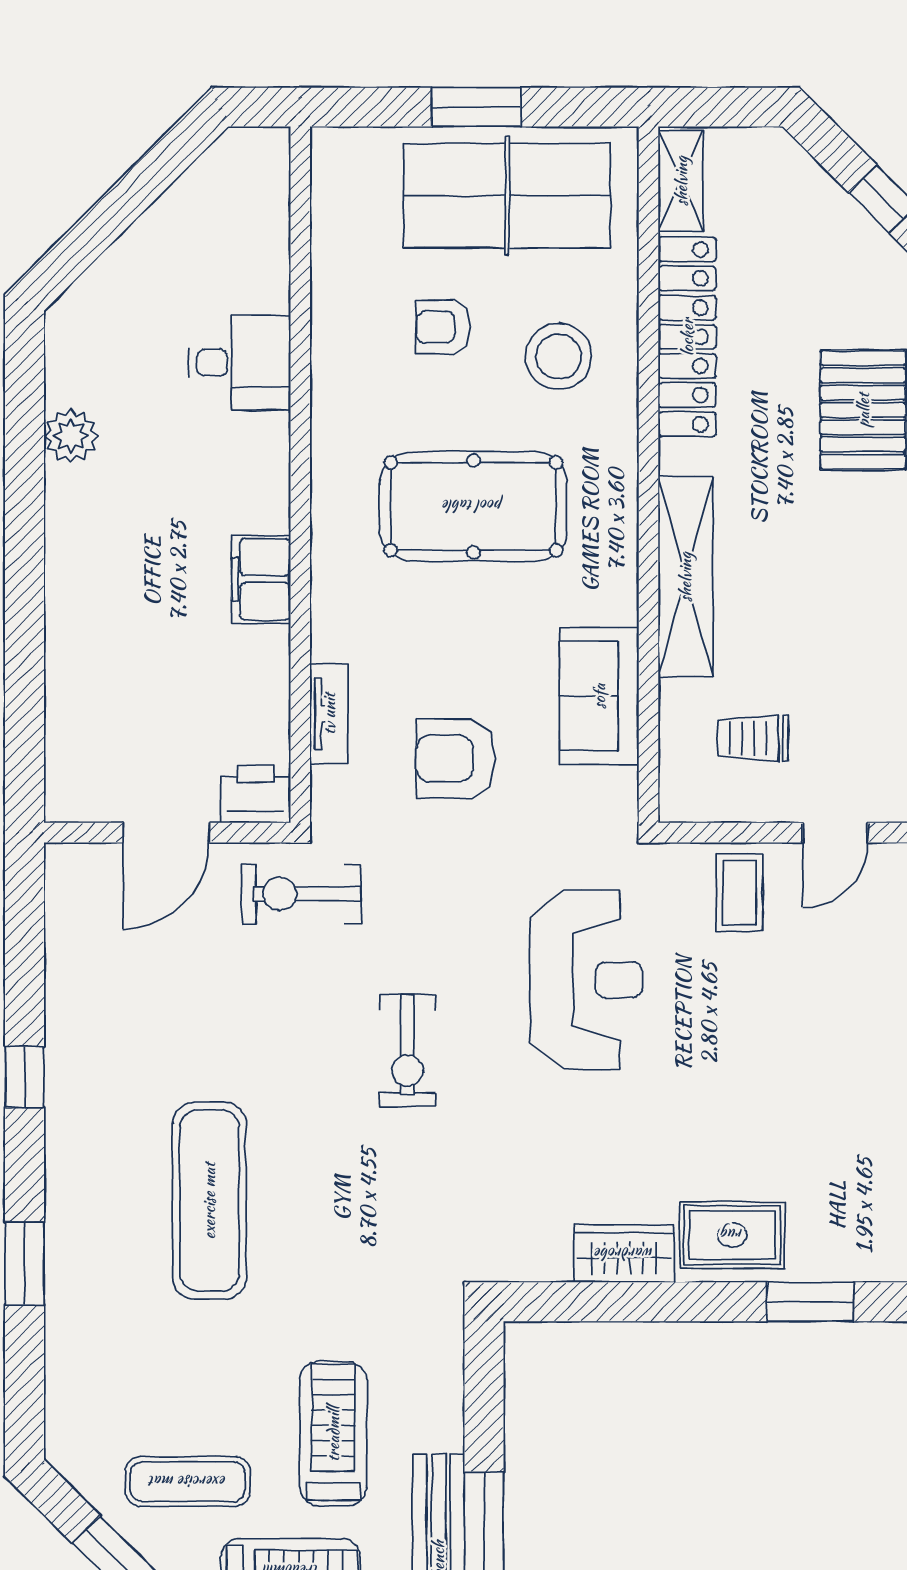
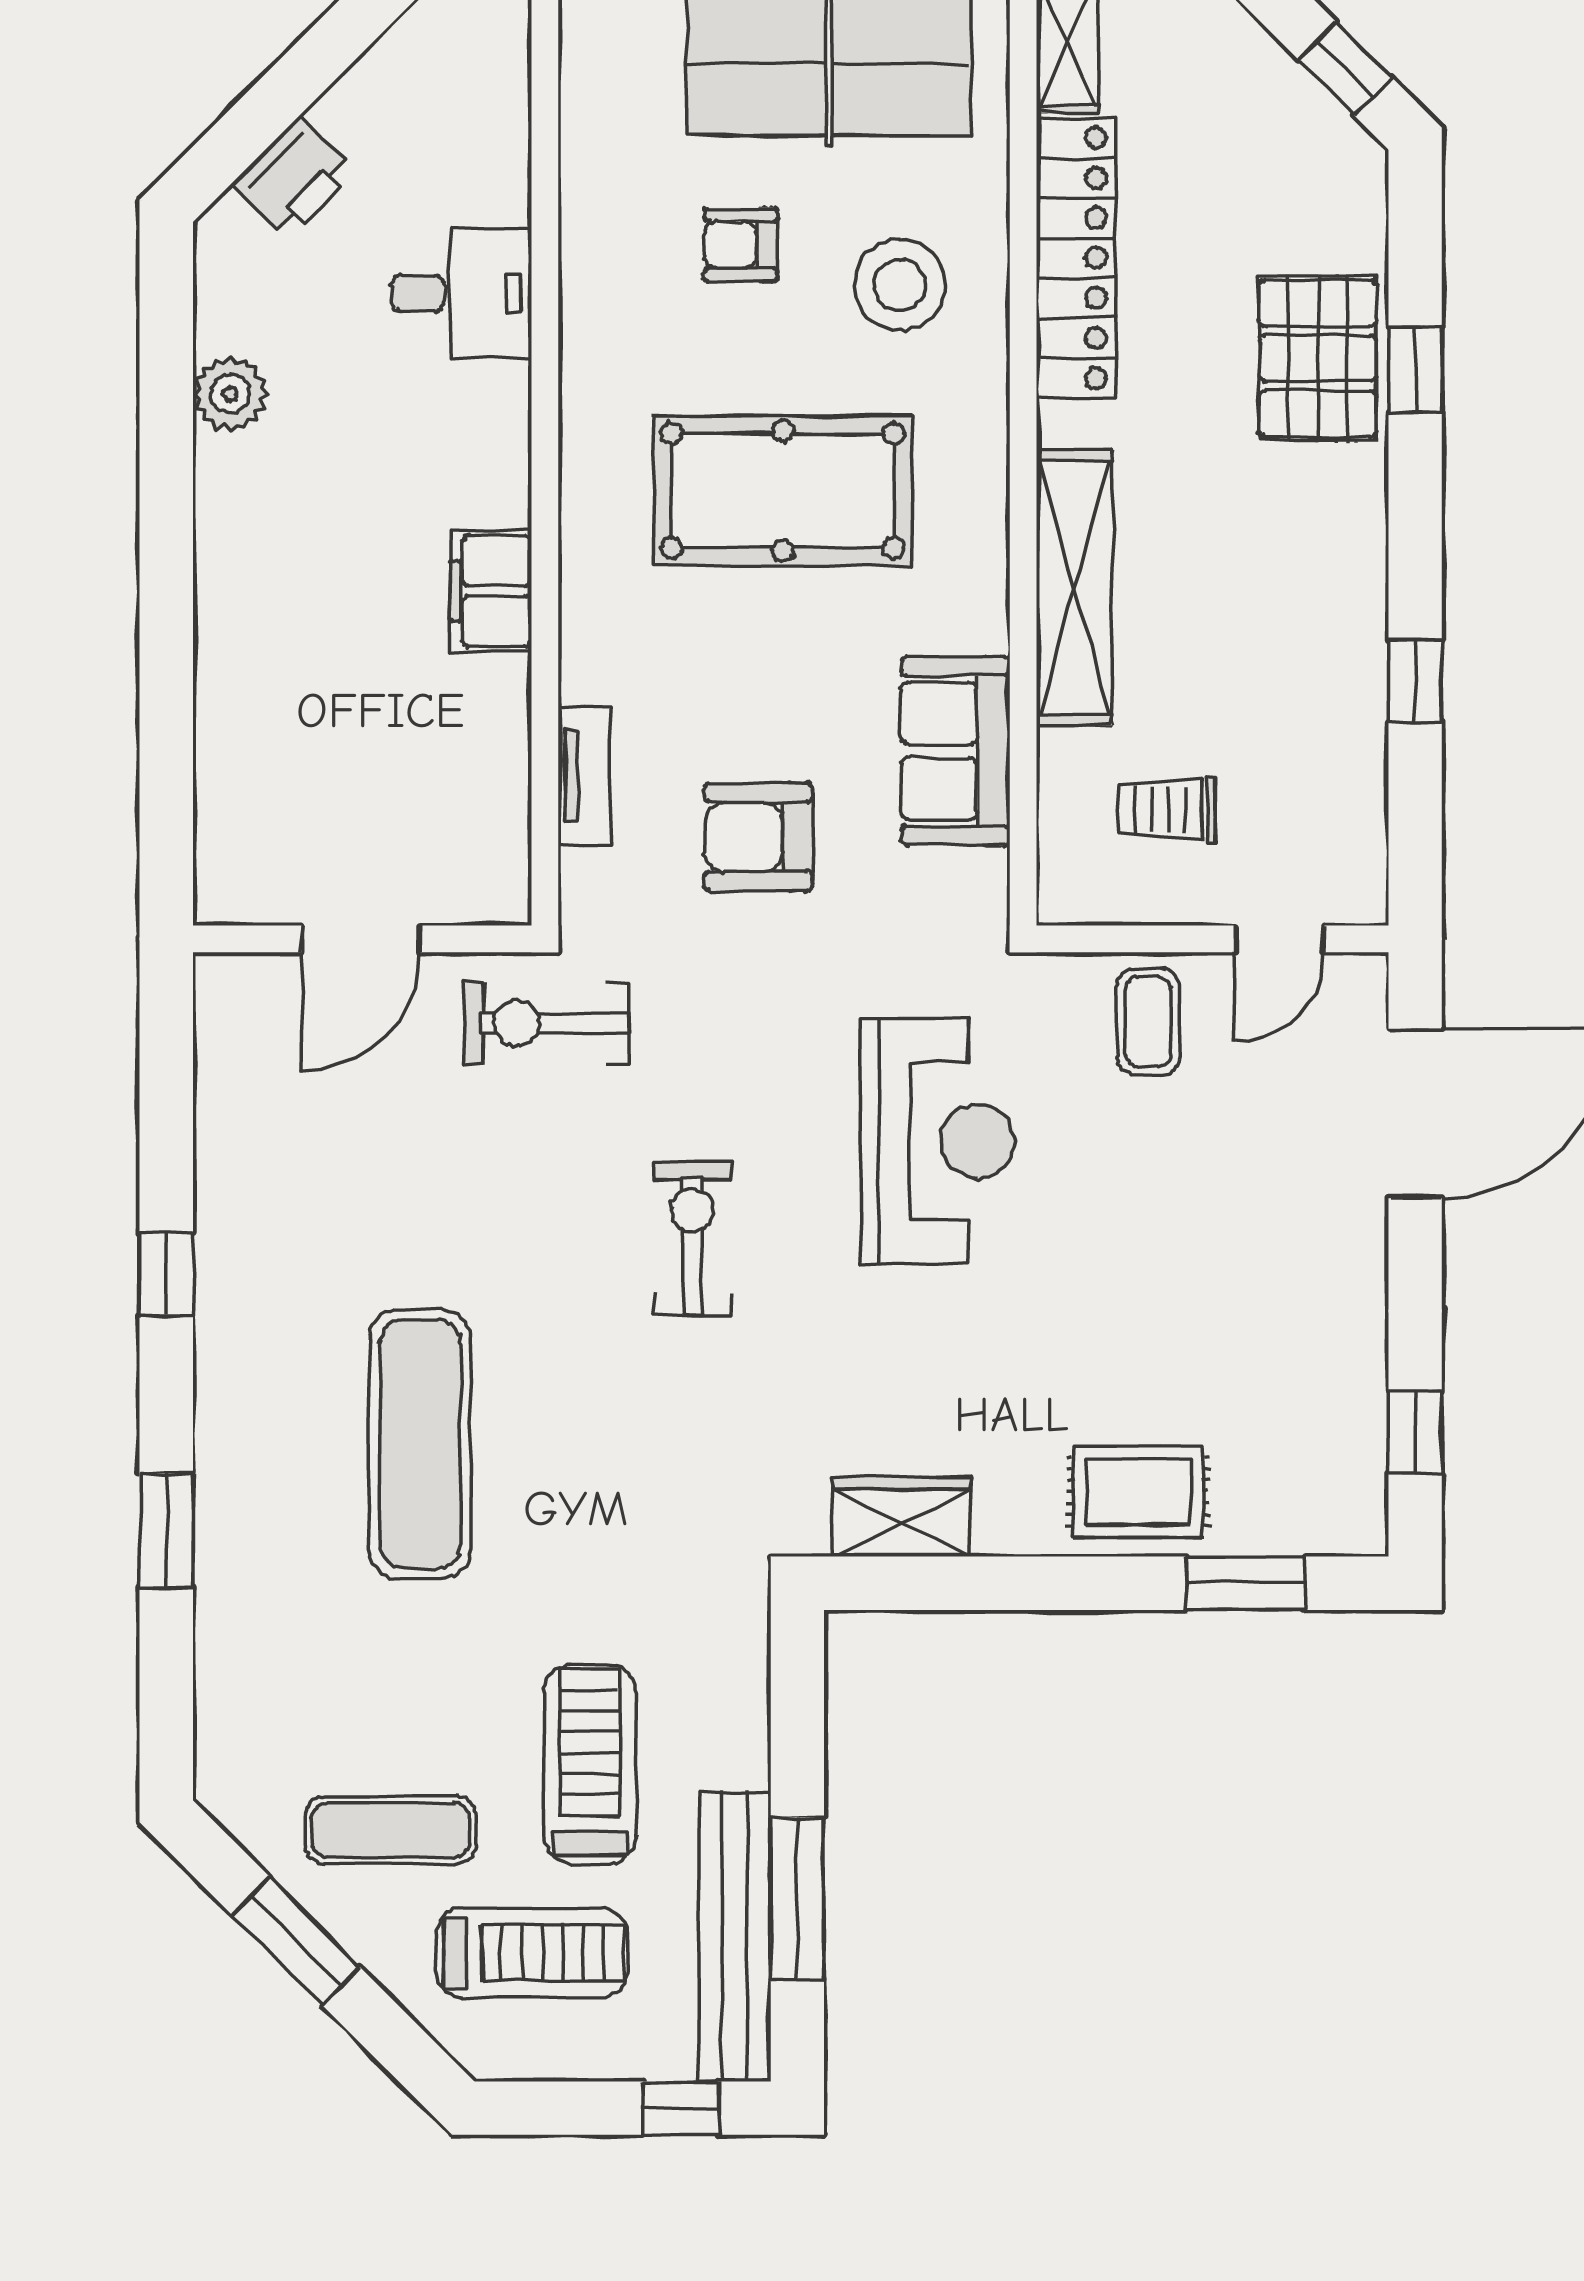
printer: (255, 794) -> (294, 177), moved, turned 135
exercise bike: (407, 1050) -> (692, 1238), turned 180
wardrobe: (624, 1254) -> (901, 1517), moved

